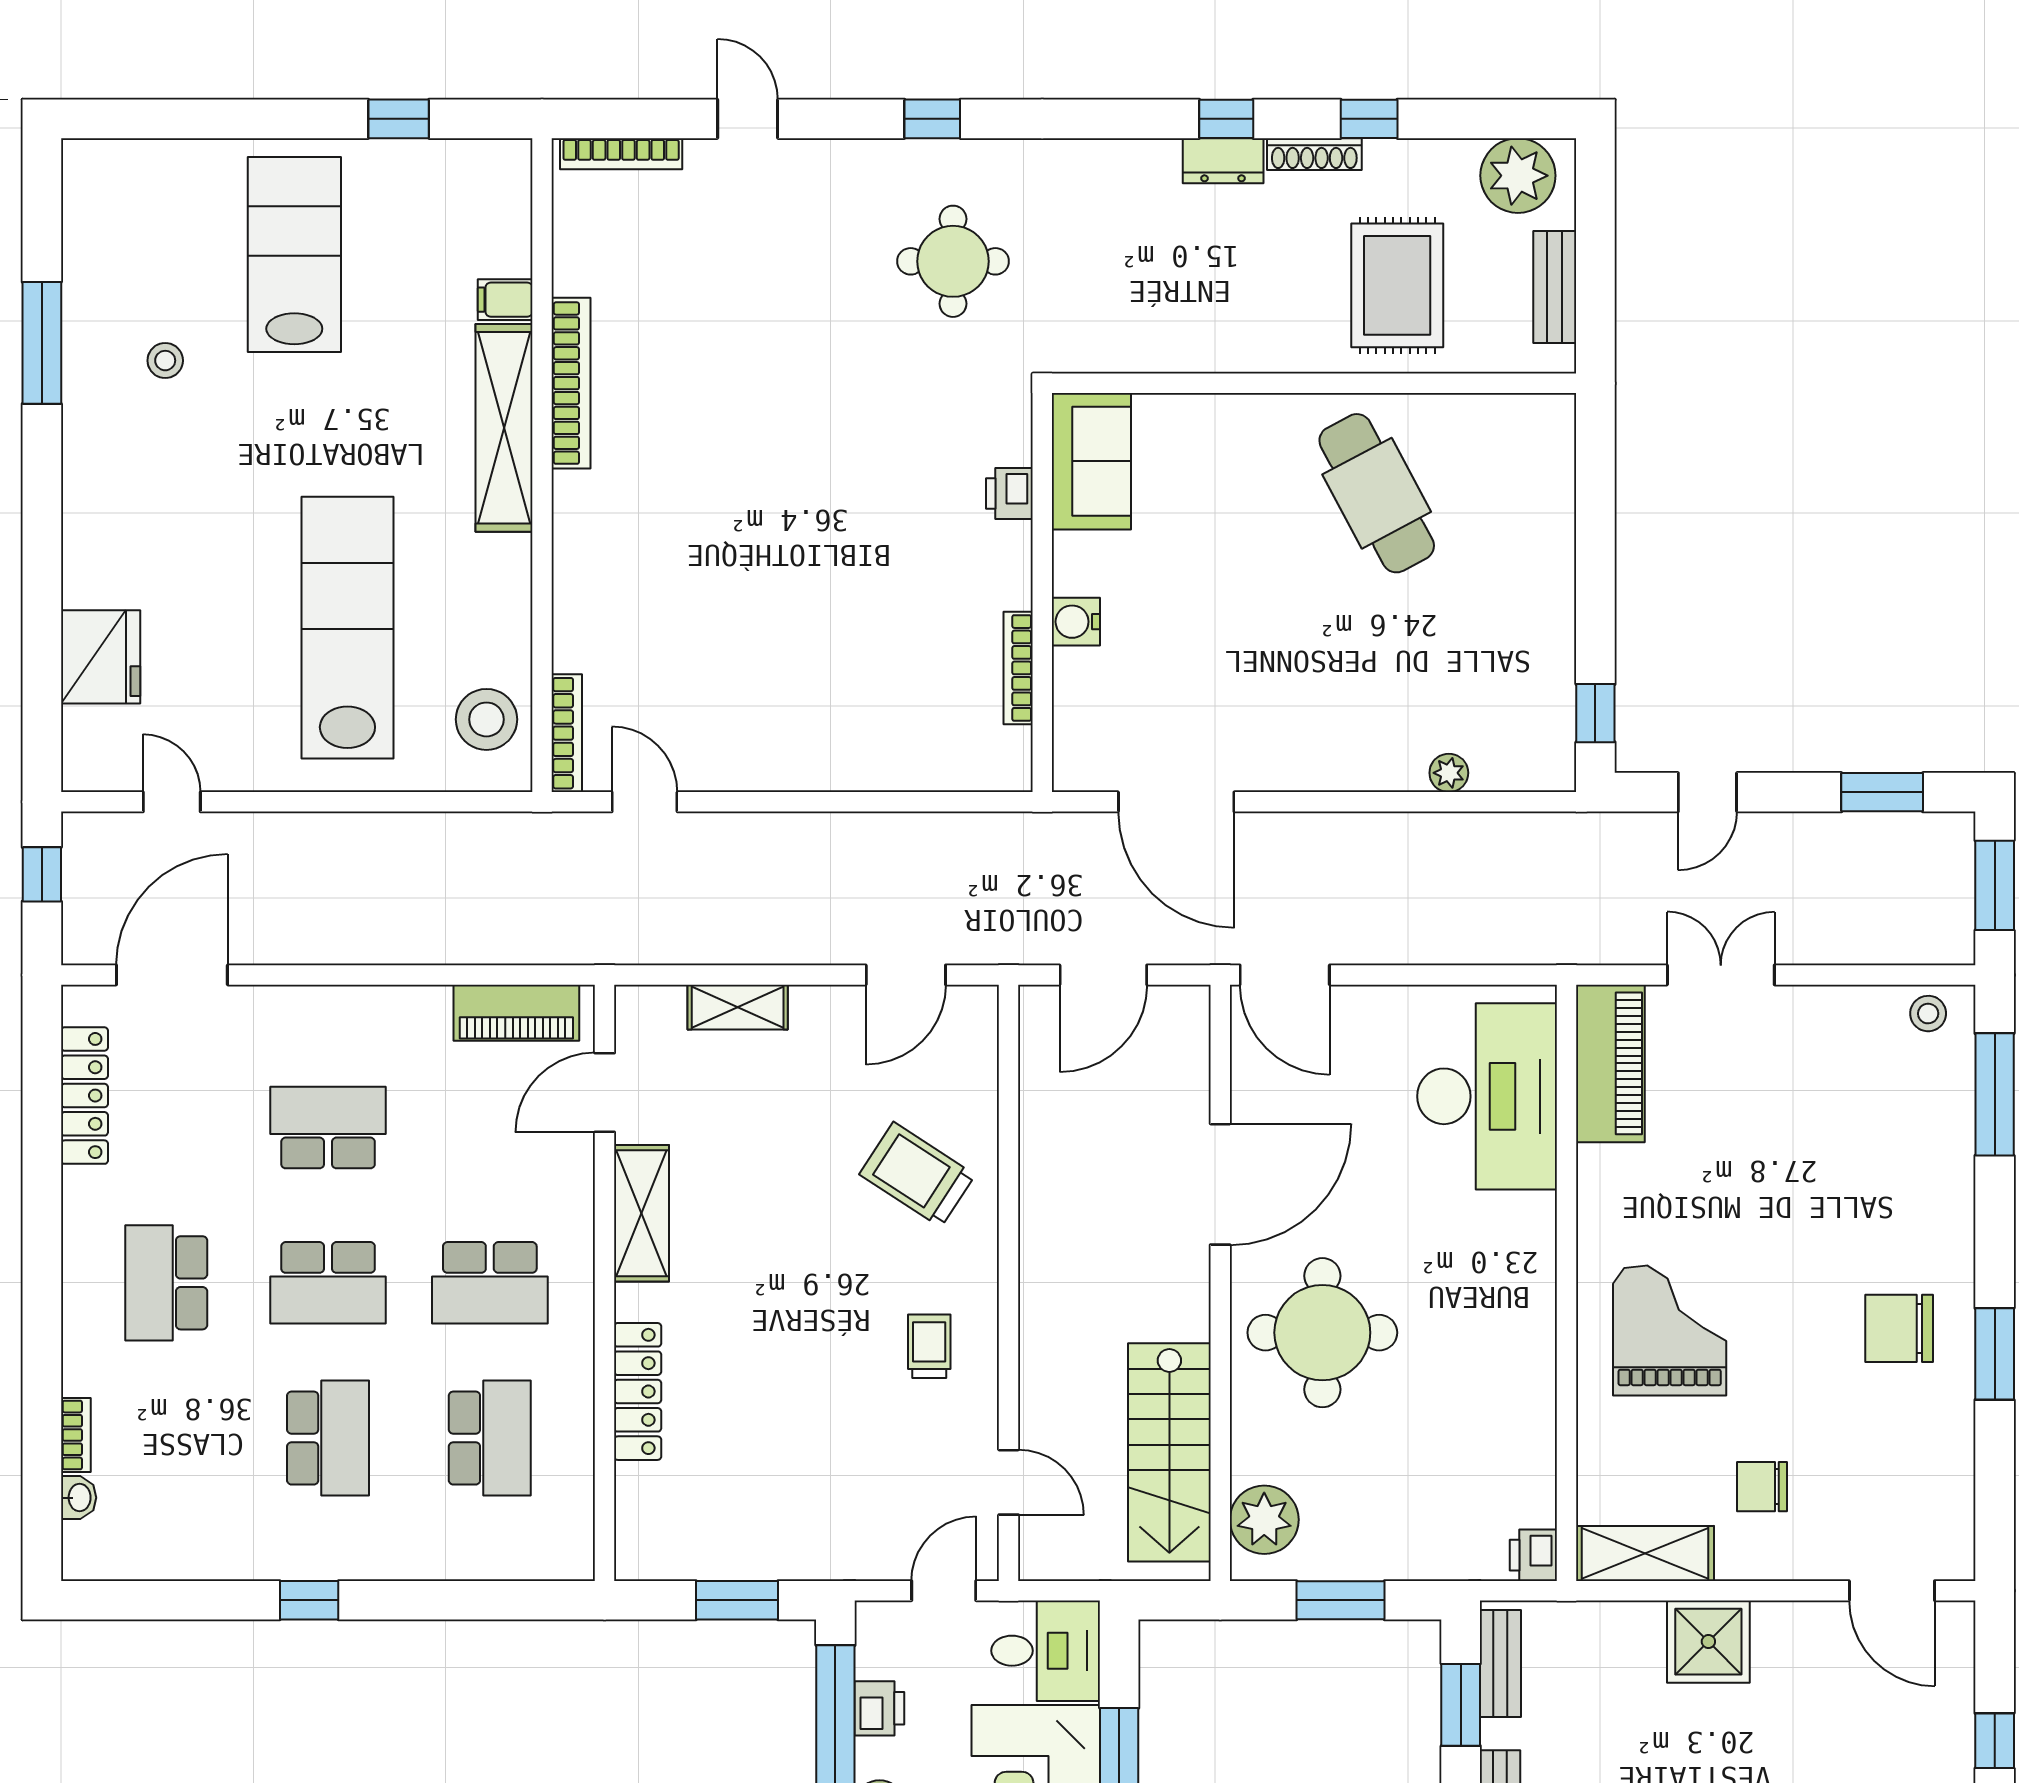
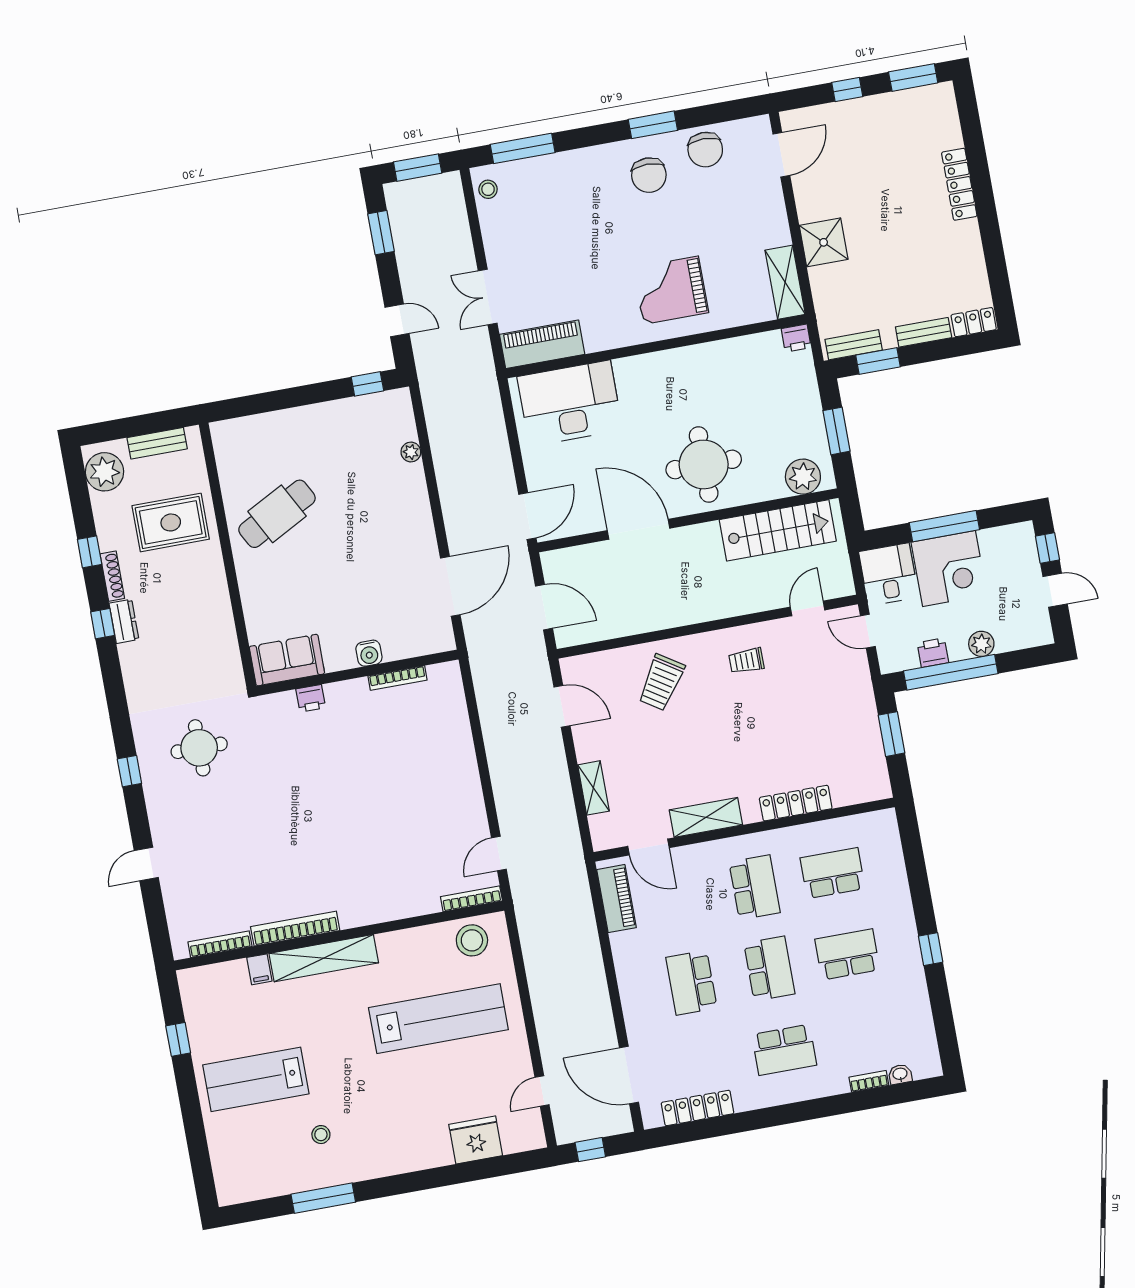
bookcase: (621, 154) -> (220, 944), moved, turned -90
lab bench: (347, 628) -> (438, 1019), turned 180
chair: (1762, 1487) -> (705, 150), moved, width x1.37, depth x1.37

